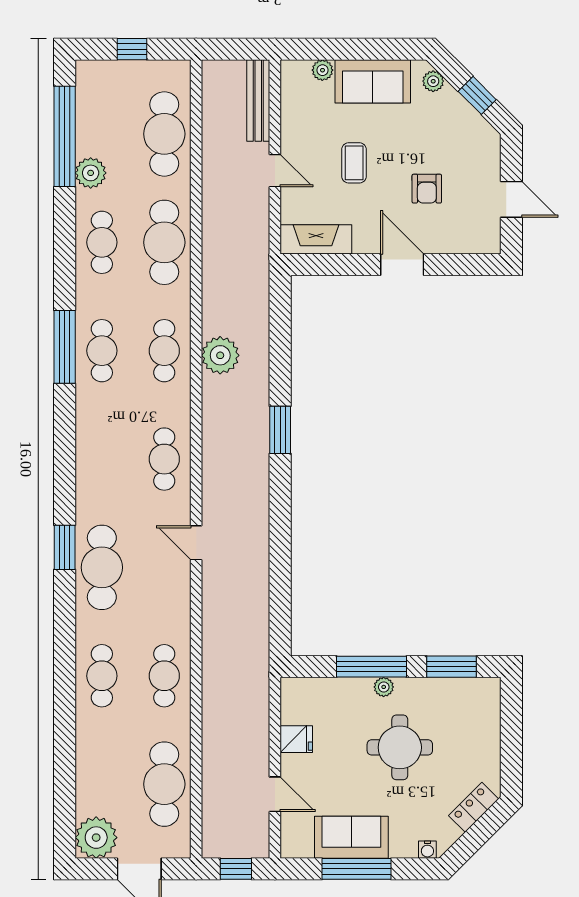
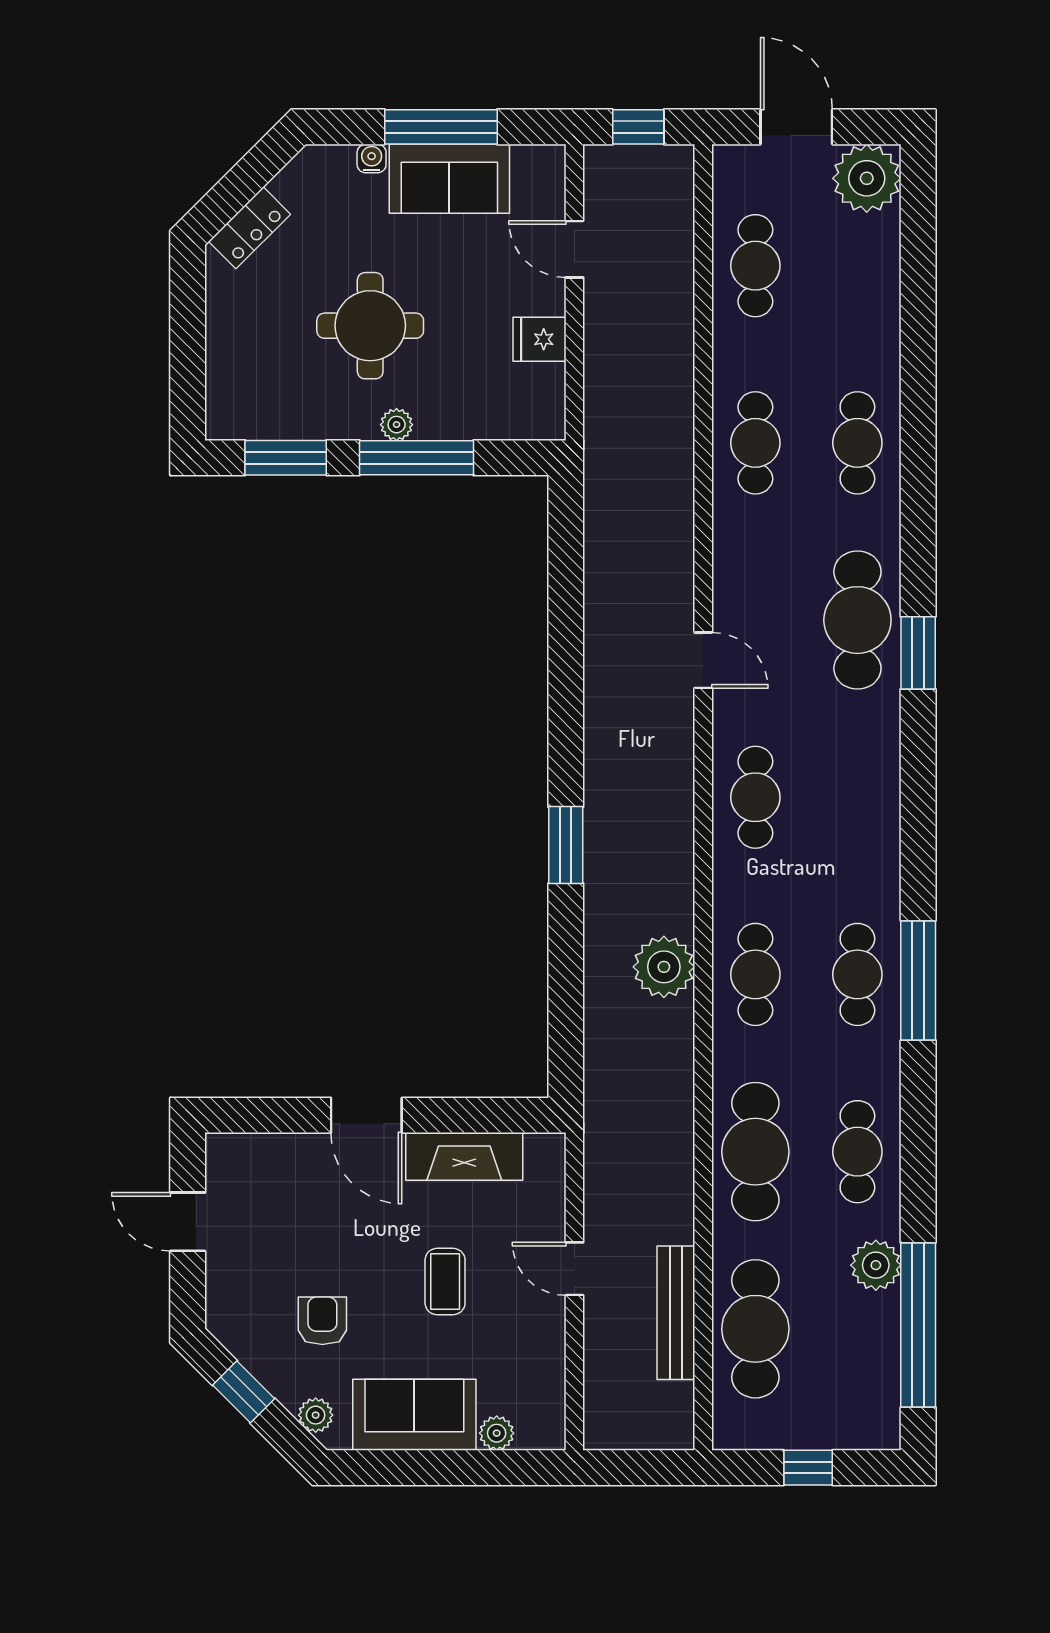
bench: (258, 101) -> (676, 1313), moved
armchair: (427, 189) -> (322, 1321), moved
fireplace: (316, 239) -> (464, 1156), moved
cafe table: (164, 784) -> (755, 266), width x0.73, depth x0.74
water cooler: (427, 850) -> (372, 159), moved

